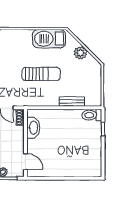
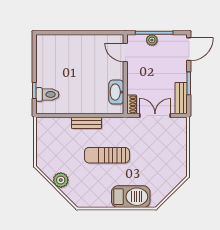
barbecue: (49, 39) -> (131, 197), moved
bench: (72, 102) -> (87, 123), moved
toilet: (92, 115) -> (47, 94), moved

